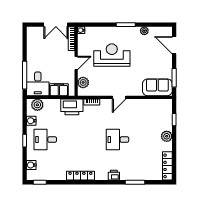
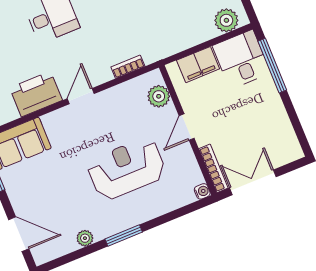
reception desk: (112, 55) -> (126, 169), turned 180
printer: (72, 107) -> (36, 94), moved

